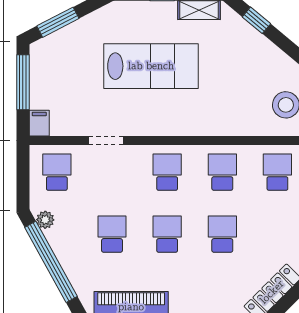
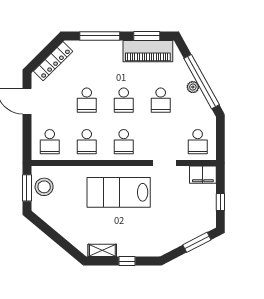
window: (256, 20) -> (64, 244), removed
lab bench: (151, 66) -> (119, 192), moved
window: (23, 82) -> (220, 202), width x0.46
filing cabinet: (39, 123) -> (203, 175), width x2.00
plant: (45, 220) -> (193, 87), moved

